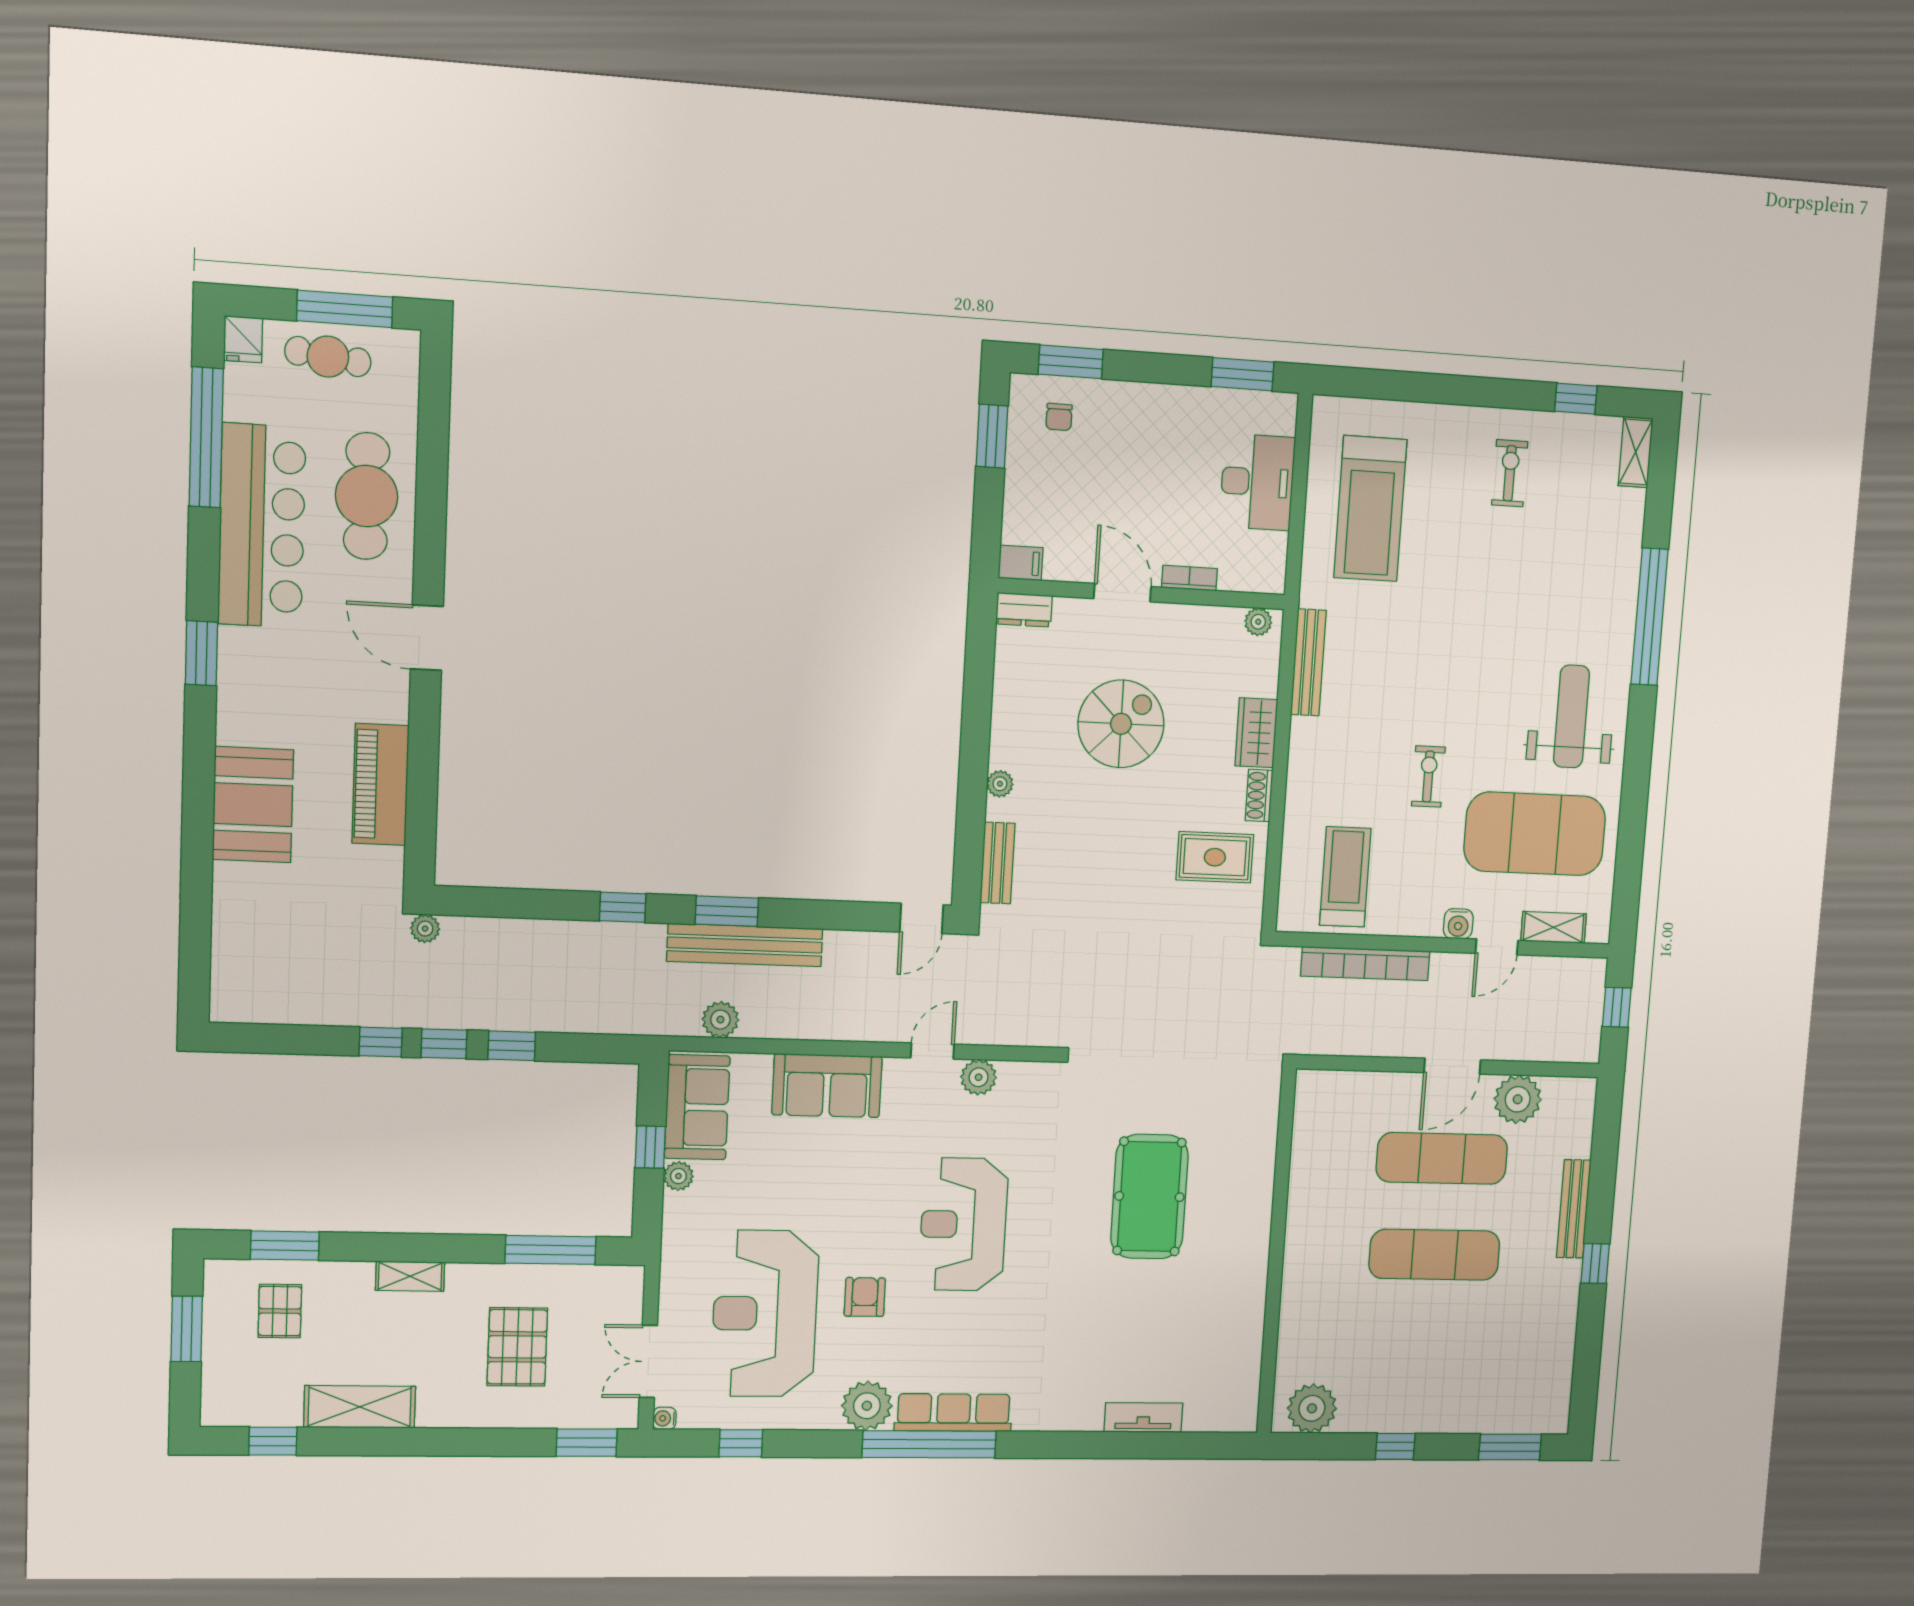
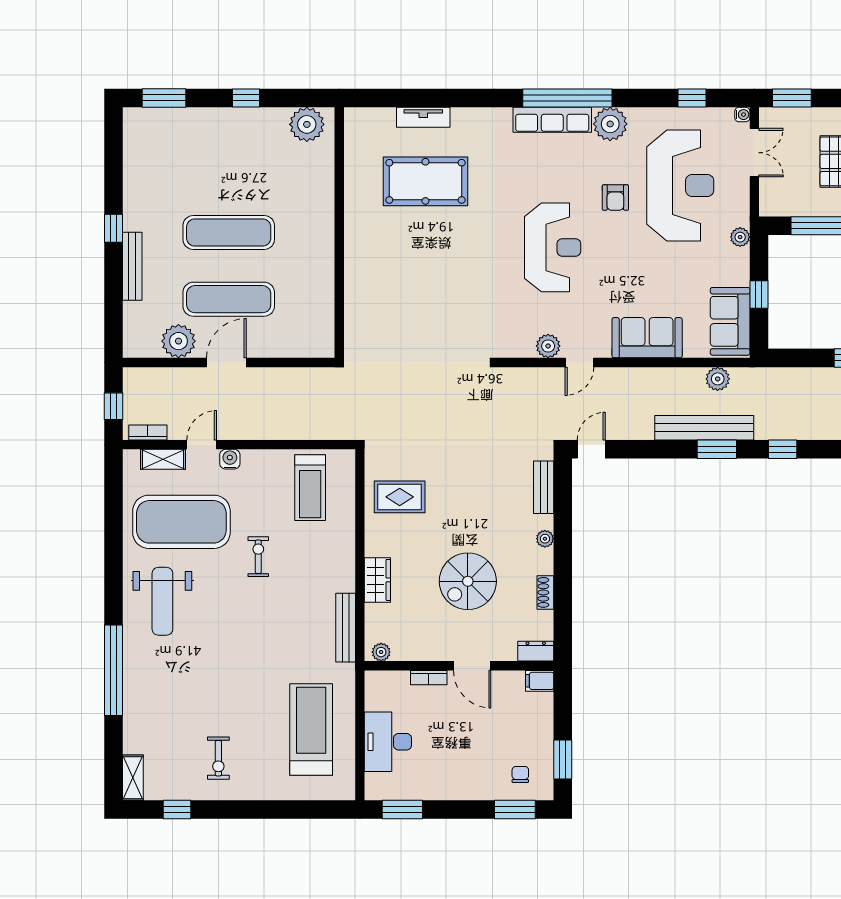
exercise bike: (1428, 776) -> (258, 557), turned 180
shoe rack: (1259, 795) -> (545, 592), moved, turned 180
bookcase: (1365, 964) -> (148, 432), moved, width x0.43, depth x0.76
plant: (678, 1176) -> (740, 237), moved
pool table: (1149, 1197) -> (425, 181), moved, turned 90

